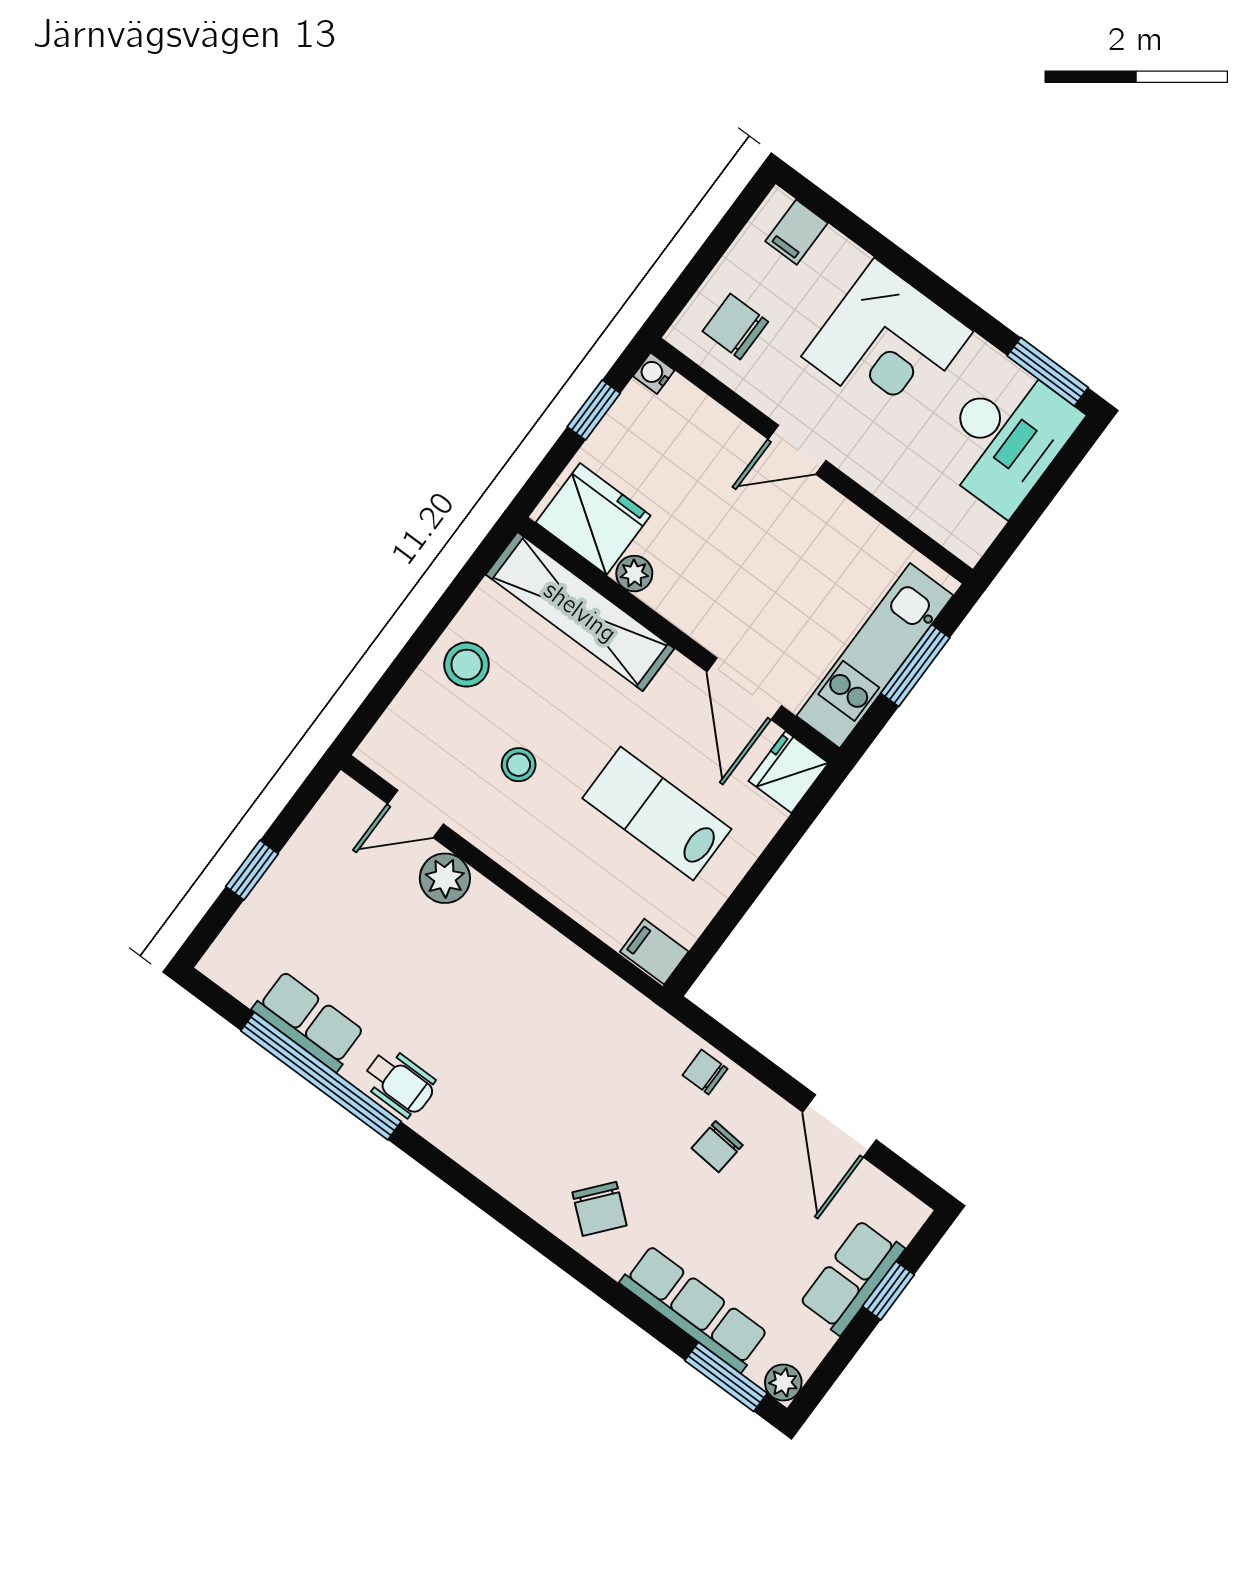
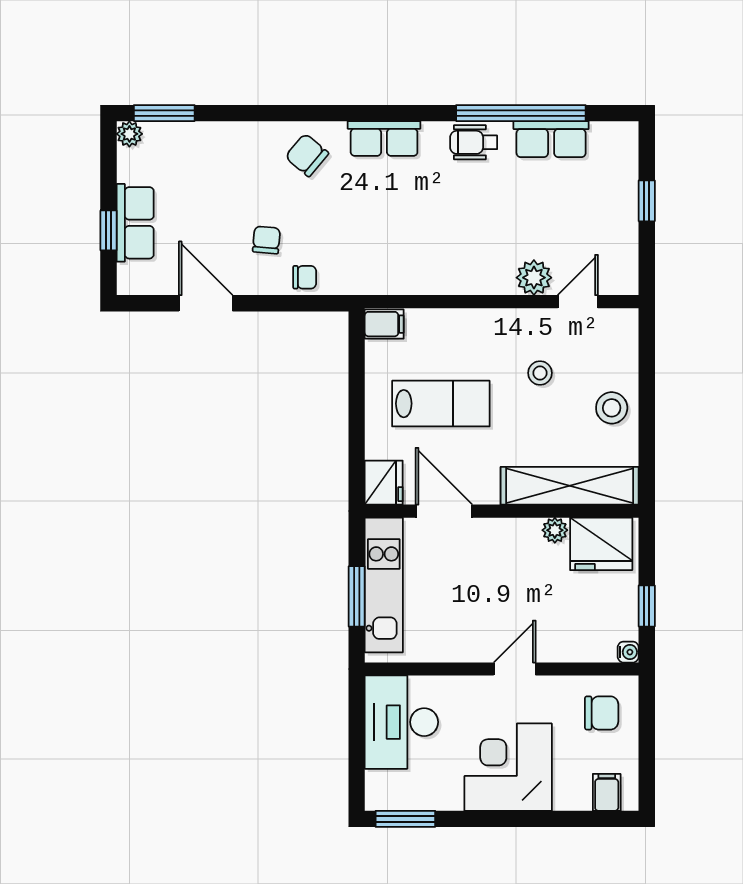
desk: (1006, 437) -> (401, 722), moved
row of seats: (694, 1308) -> (384, 139), moved, width x0.68

